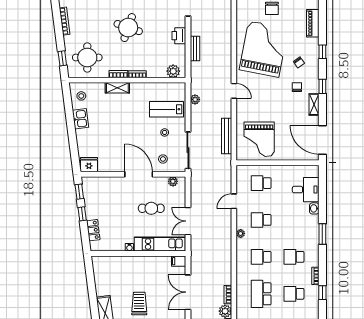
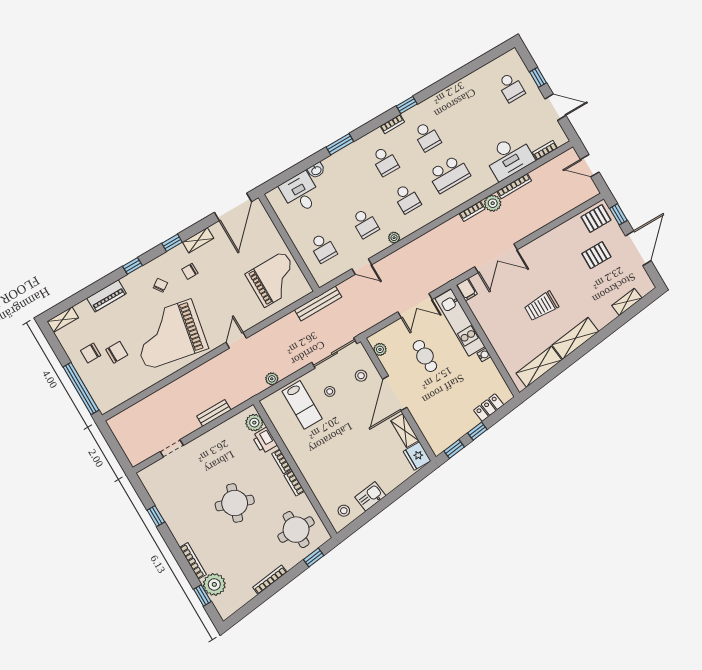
printer: (179, 36) -> (265, 440), moved, turned 90
shelving: (117, 88) -> (405, 431), moved
bench: (227, 136) -> (318, 303), moved
shelving: (101, 279) -> (539, 367), added

